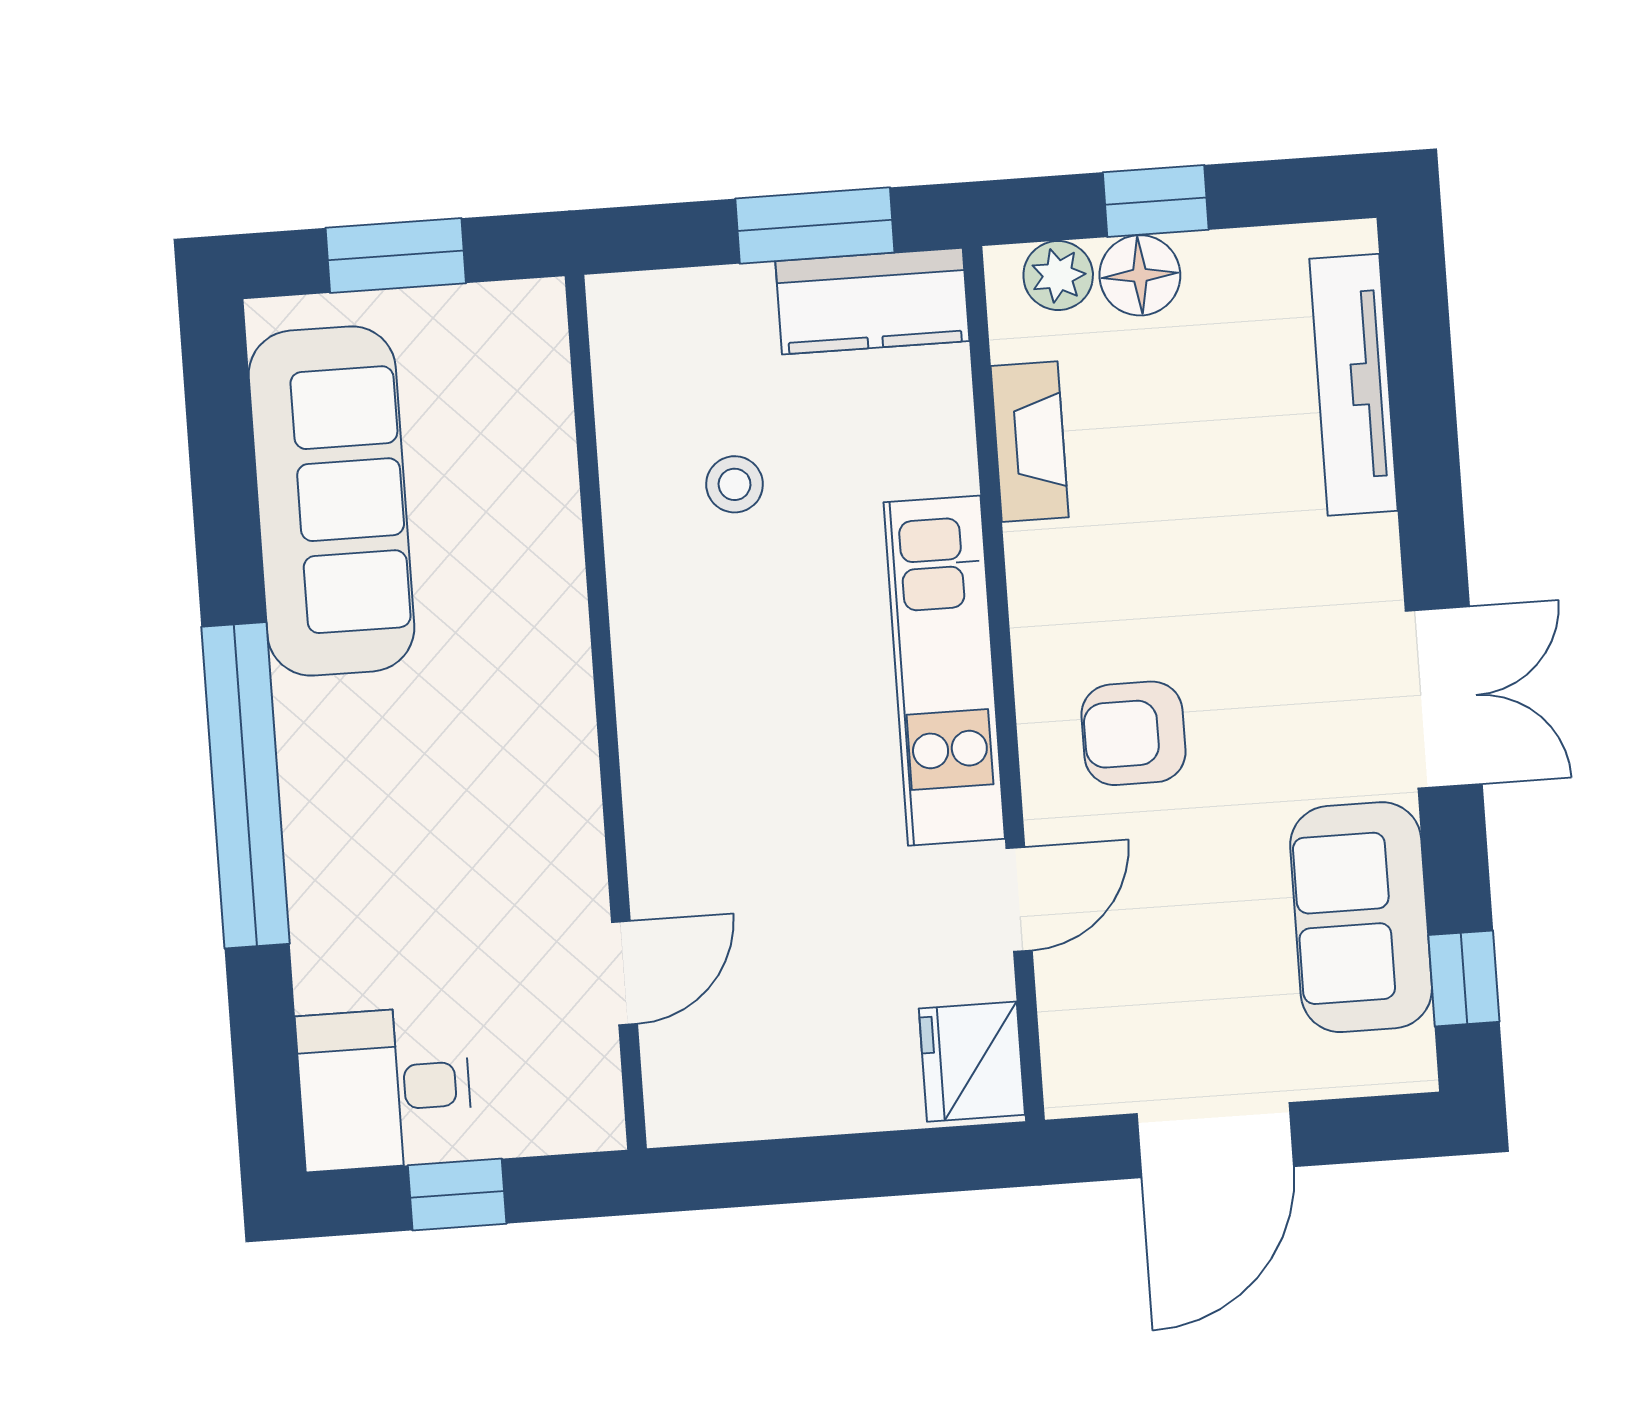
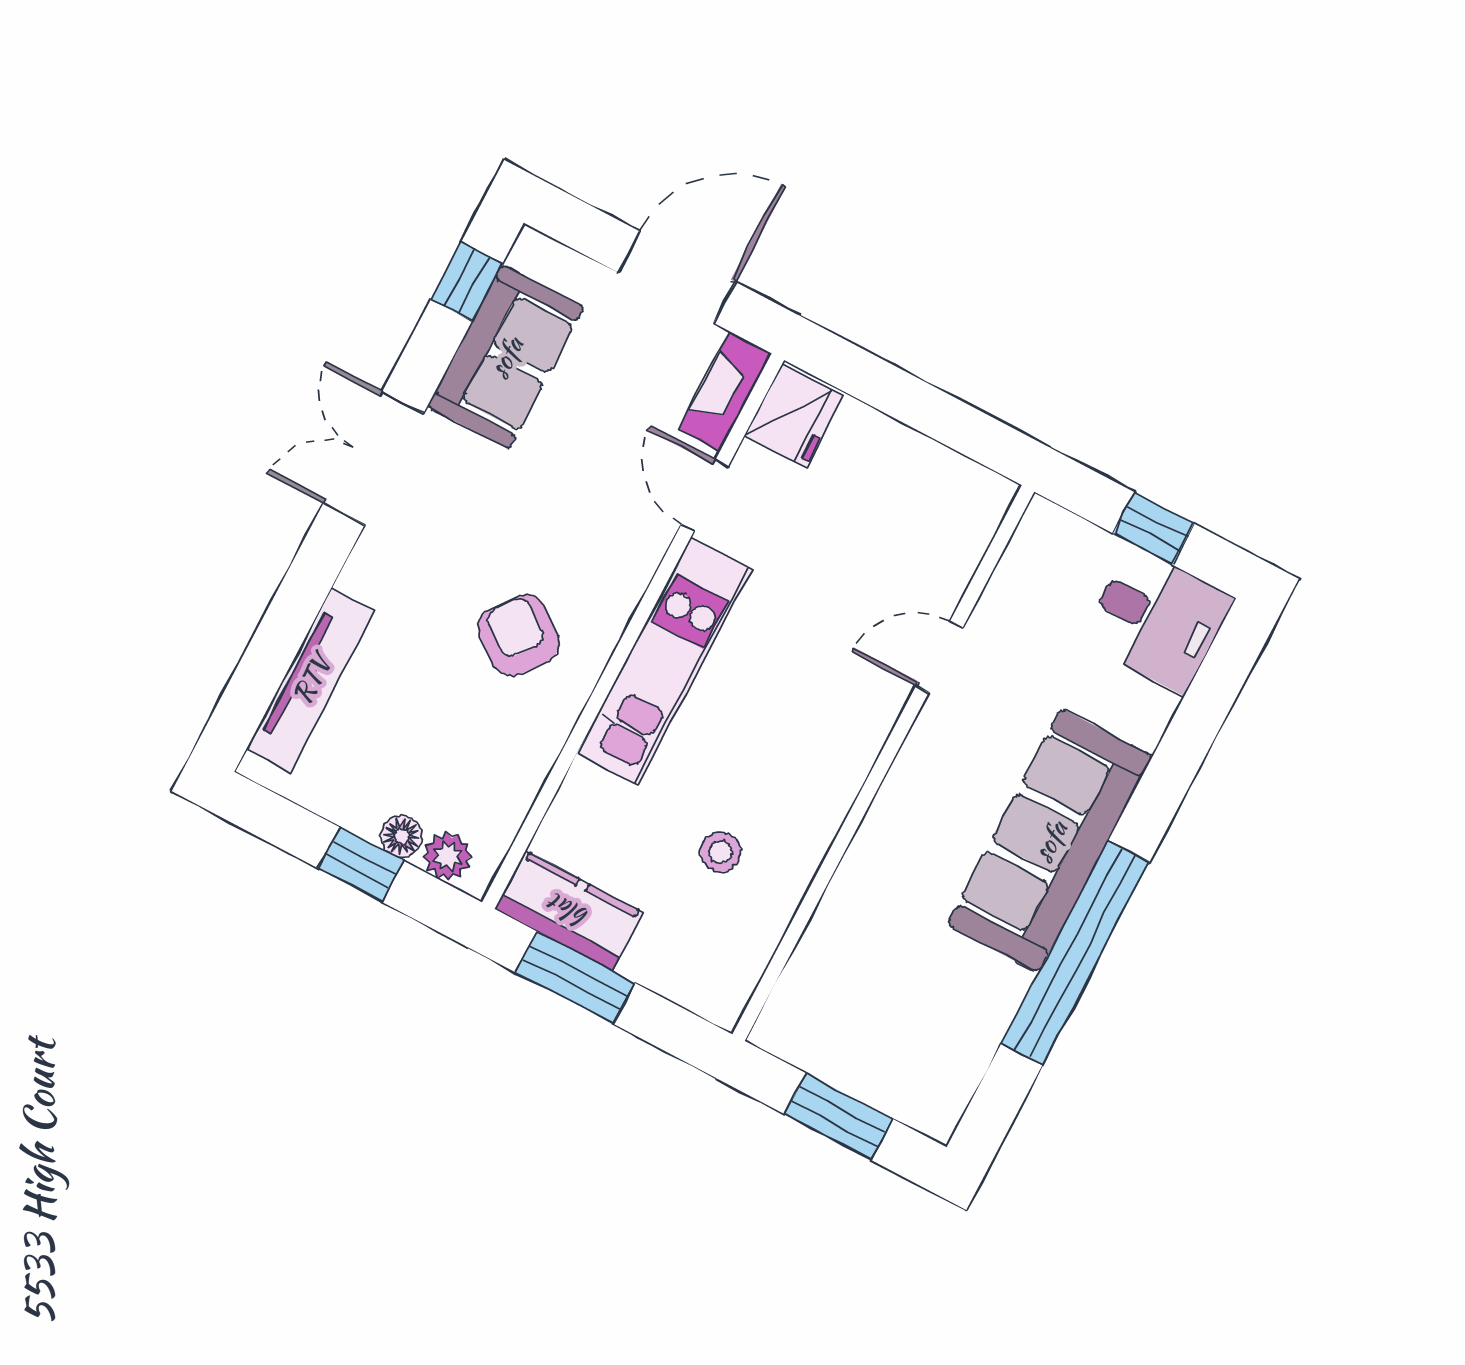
floor lamp: (1140, 275) -> (401, 836), width x0.73, depth x0.73
fireplace: (1030, 442) -> (725, 391), moved
sofa: (331, 501) -> (1050, 841), moved
armchair: (1133, 733) -> (519, 635), moved, turned -142
window: (245, 785) -> (1075, 953), moved
door: (1019, 899) -> (705, 496), hinge flipped
door: (625, 973) -> (939, 657), moved

